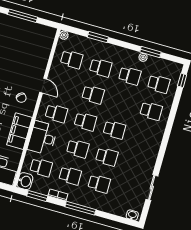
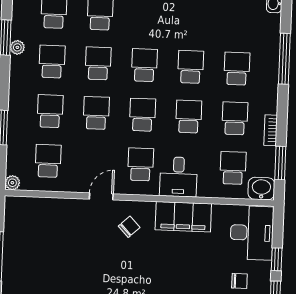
school desk: (122, 103) -> (98, 63), added
desk: (43, 138) -> (178, 177), width x0.73
window: (80, 208) -> (284, 59), moved

